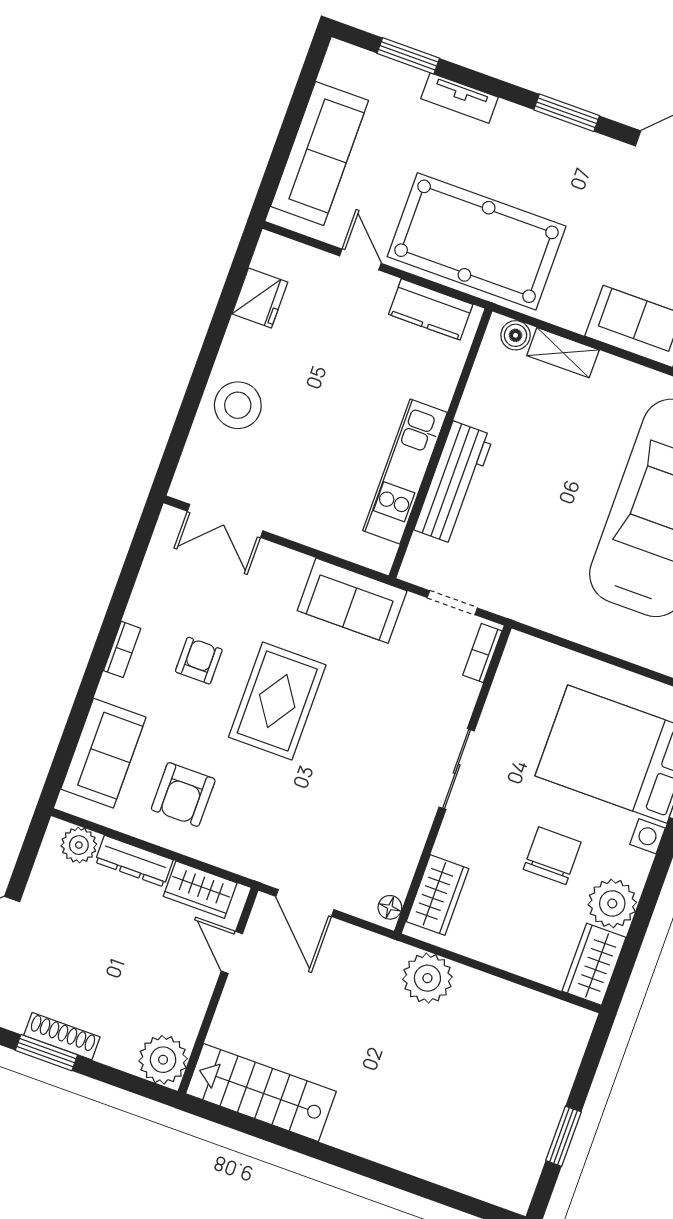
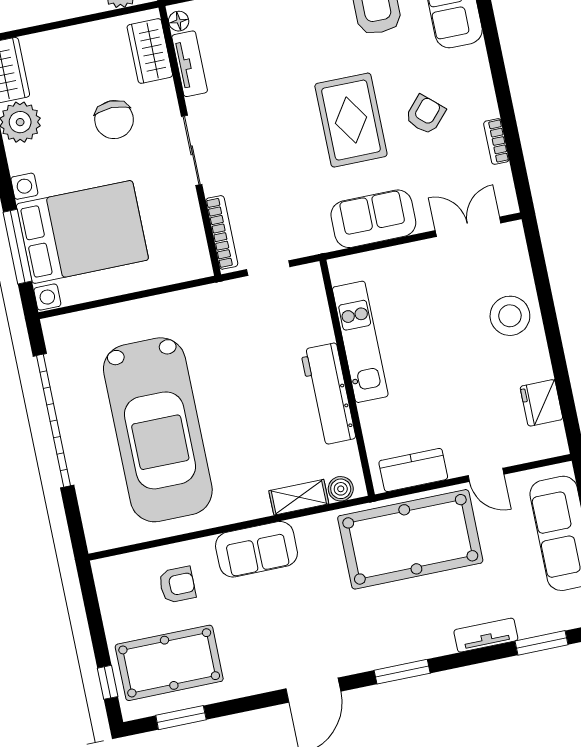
workbench: (454, 483) -> (328, 394), moved
sofa: (352, 601) -> (373, 219), moved
bookcase: (122, 649) -> (496, 141), moved
bookcase: (482, 653) -> (222, 232), width x1.56
armchair: (199, 661) -> (425, 115), turned -138
chair: (552, 856) -> (114, 120), moved
tv unit: (405, 858) -> (190, 64), added

